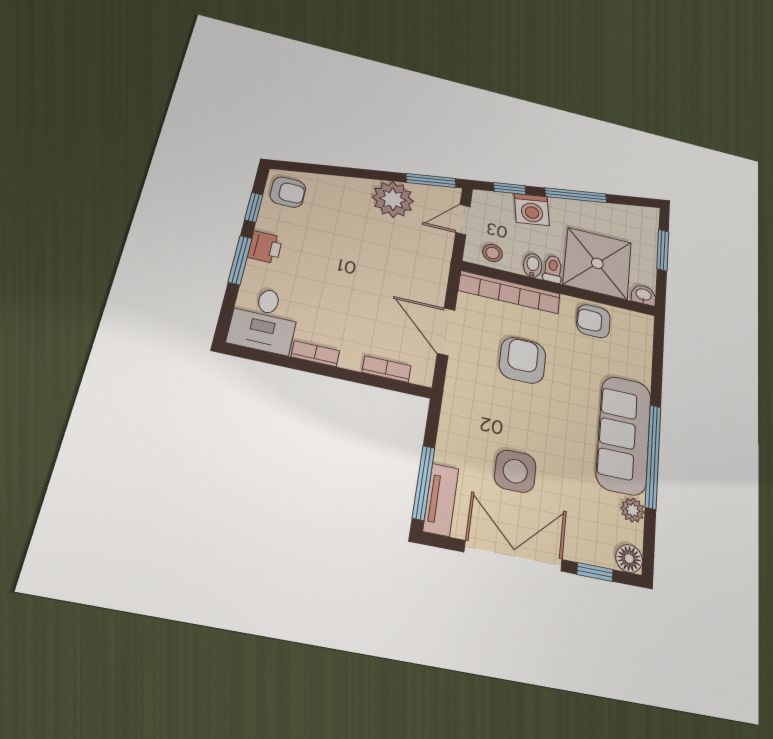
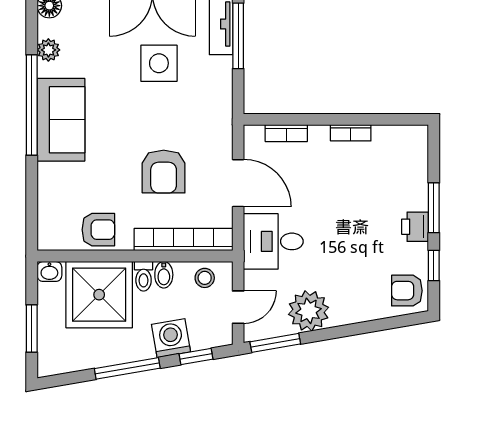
desk: (264, 320) -> (273, 241), moved, turned -90
sofa: (624, 435) -> (61, 120), width x0.73

